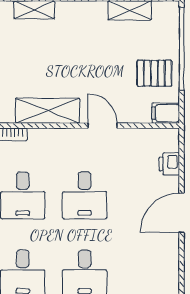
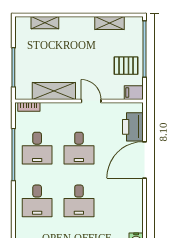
printer: (169, 164) -> (133, 127), width x1.87, depth x1.48
door: (182, 213) -> (144, 160), width x1.36

